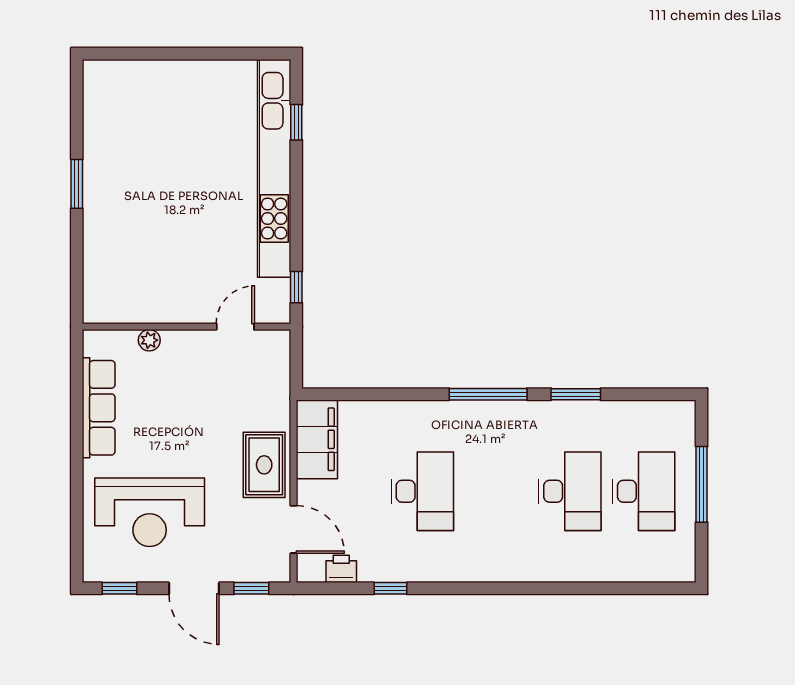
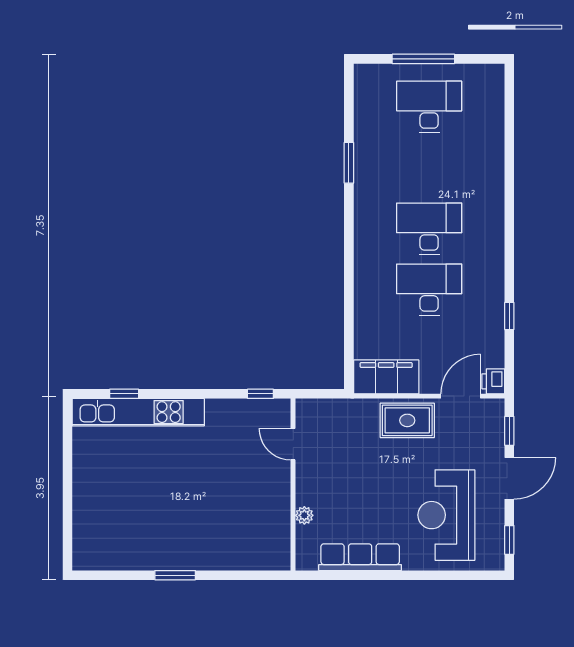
kitchen unit: (274, 168) -> (138, 412), width x0.73
window: (488, 394) -> (349, 235), removed
desk: (570, 491) -> (429, 229), moved
reception desk: (150, 512) -> (446, 515), turned 180
printer: (341, 569) -> (493, 381), moved

